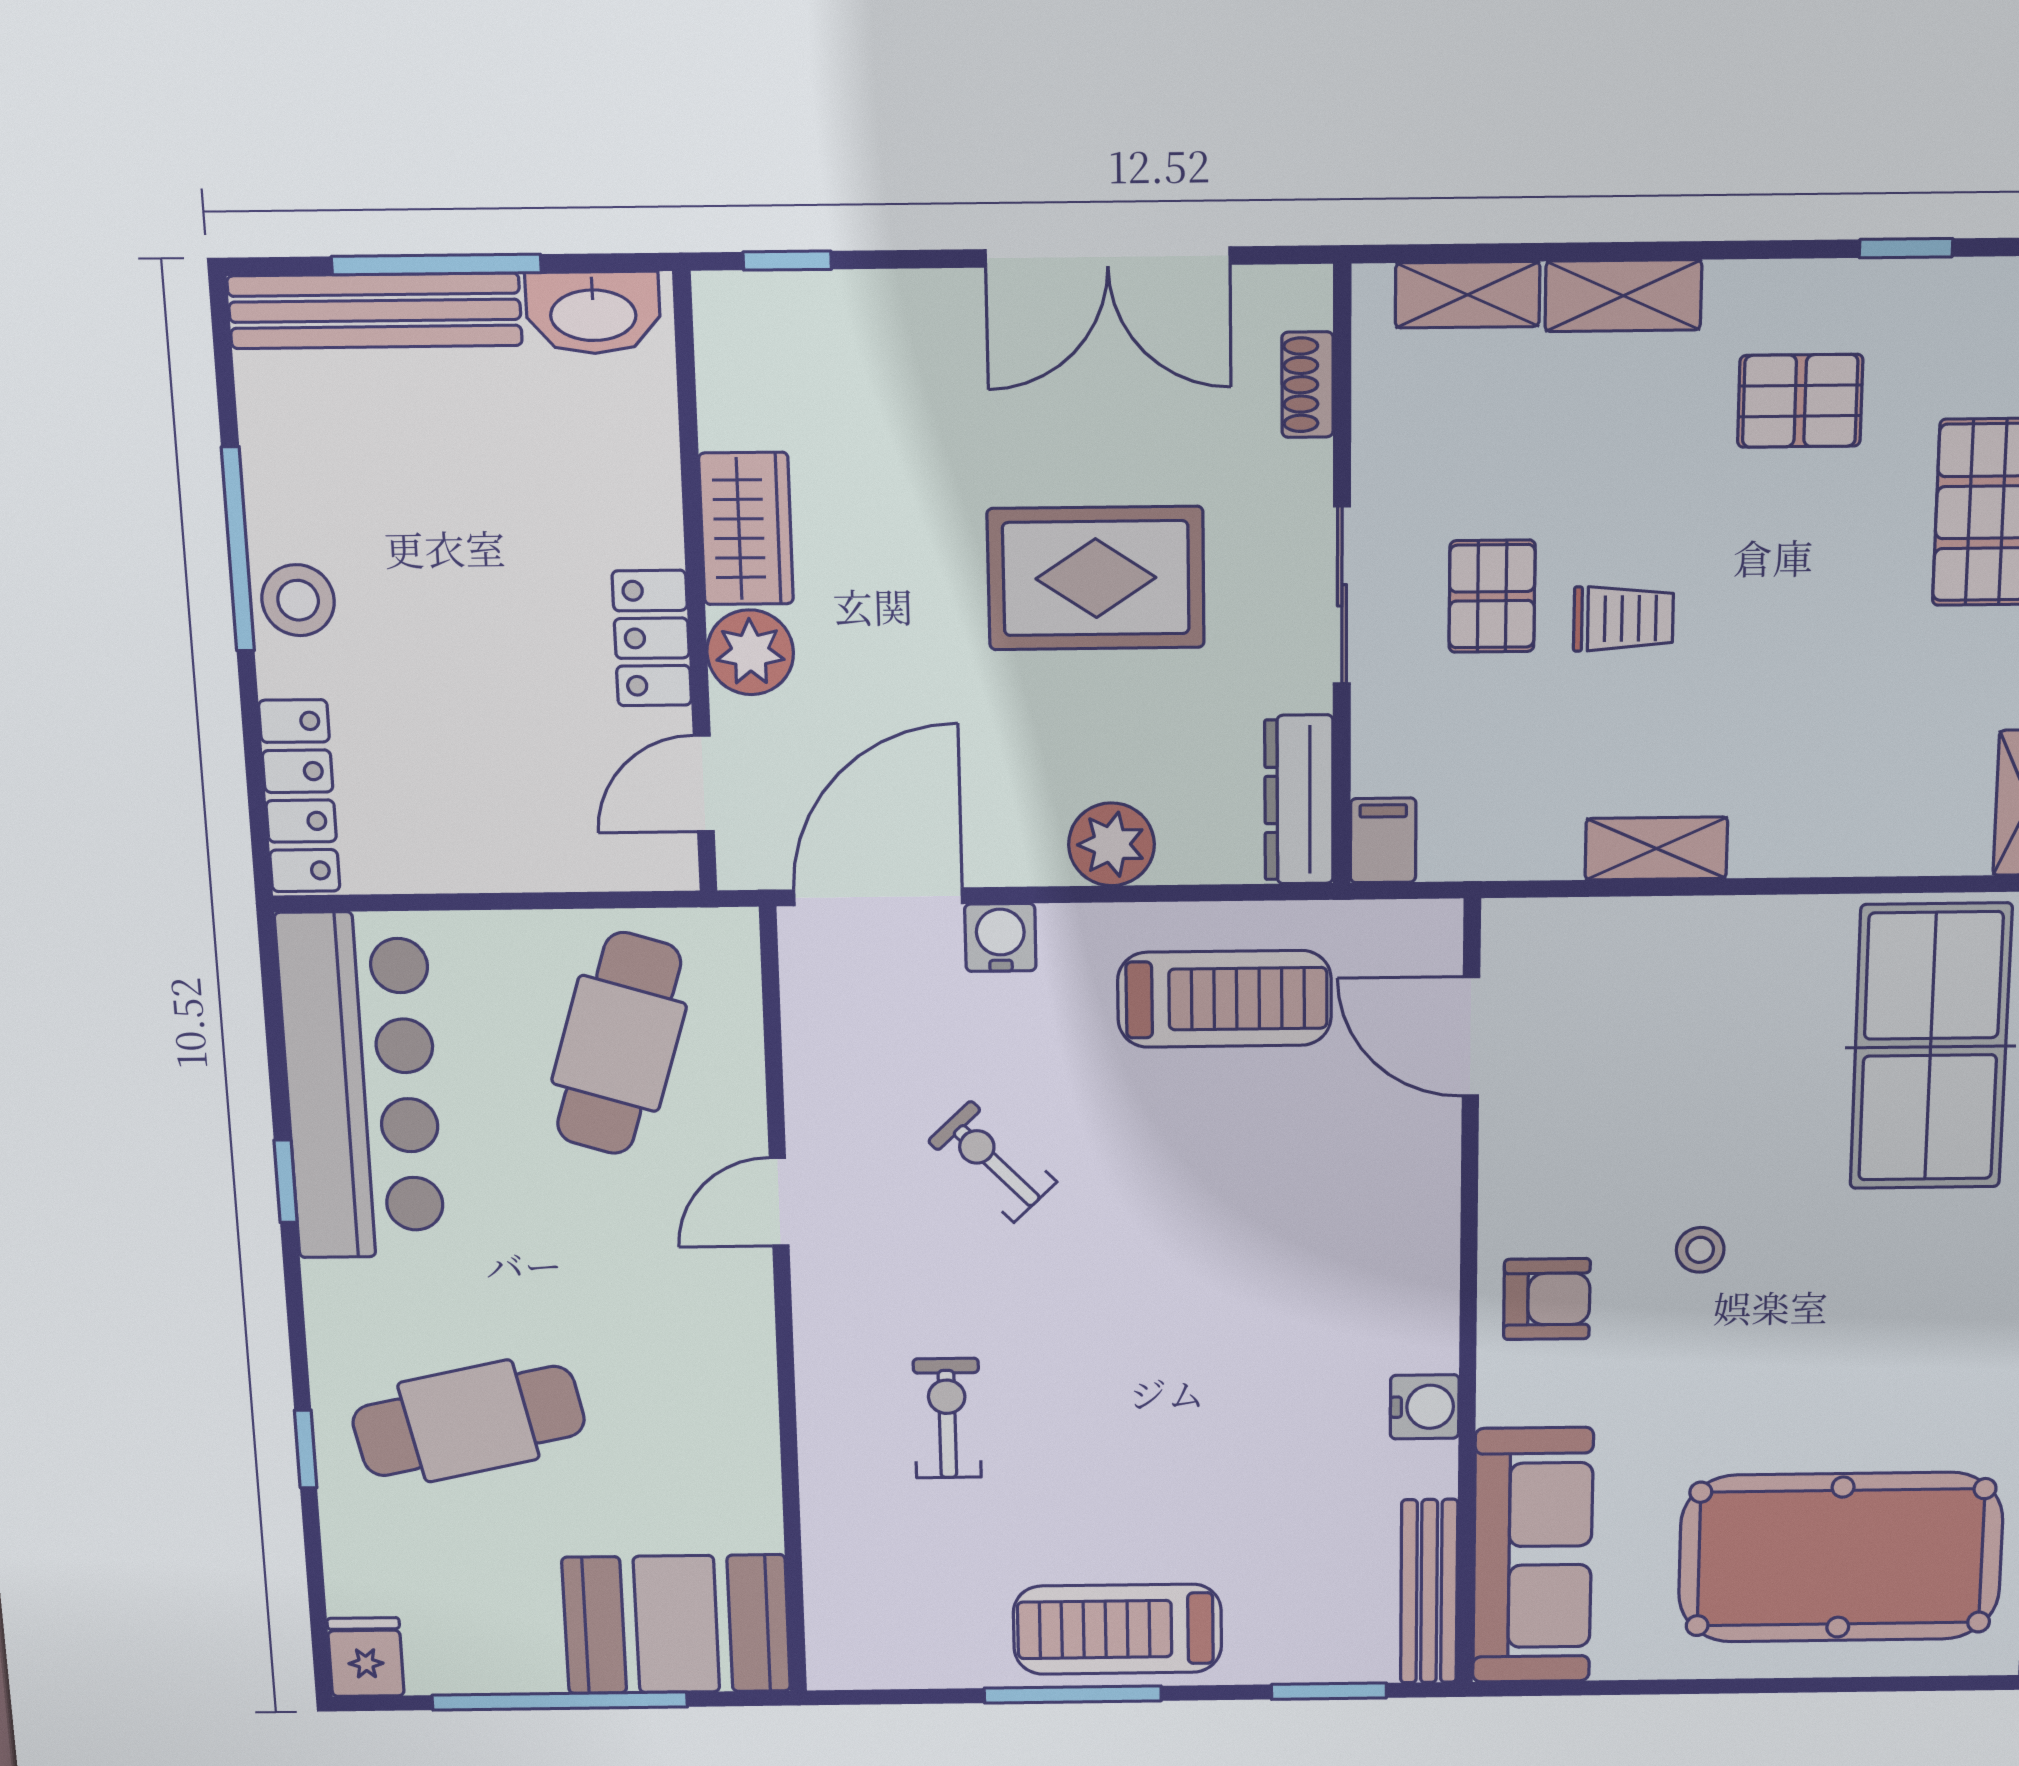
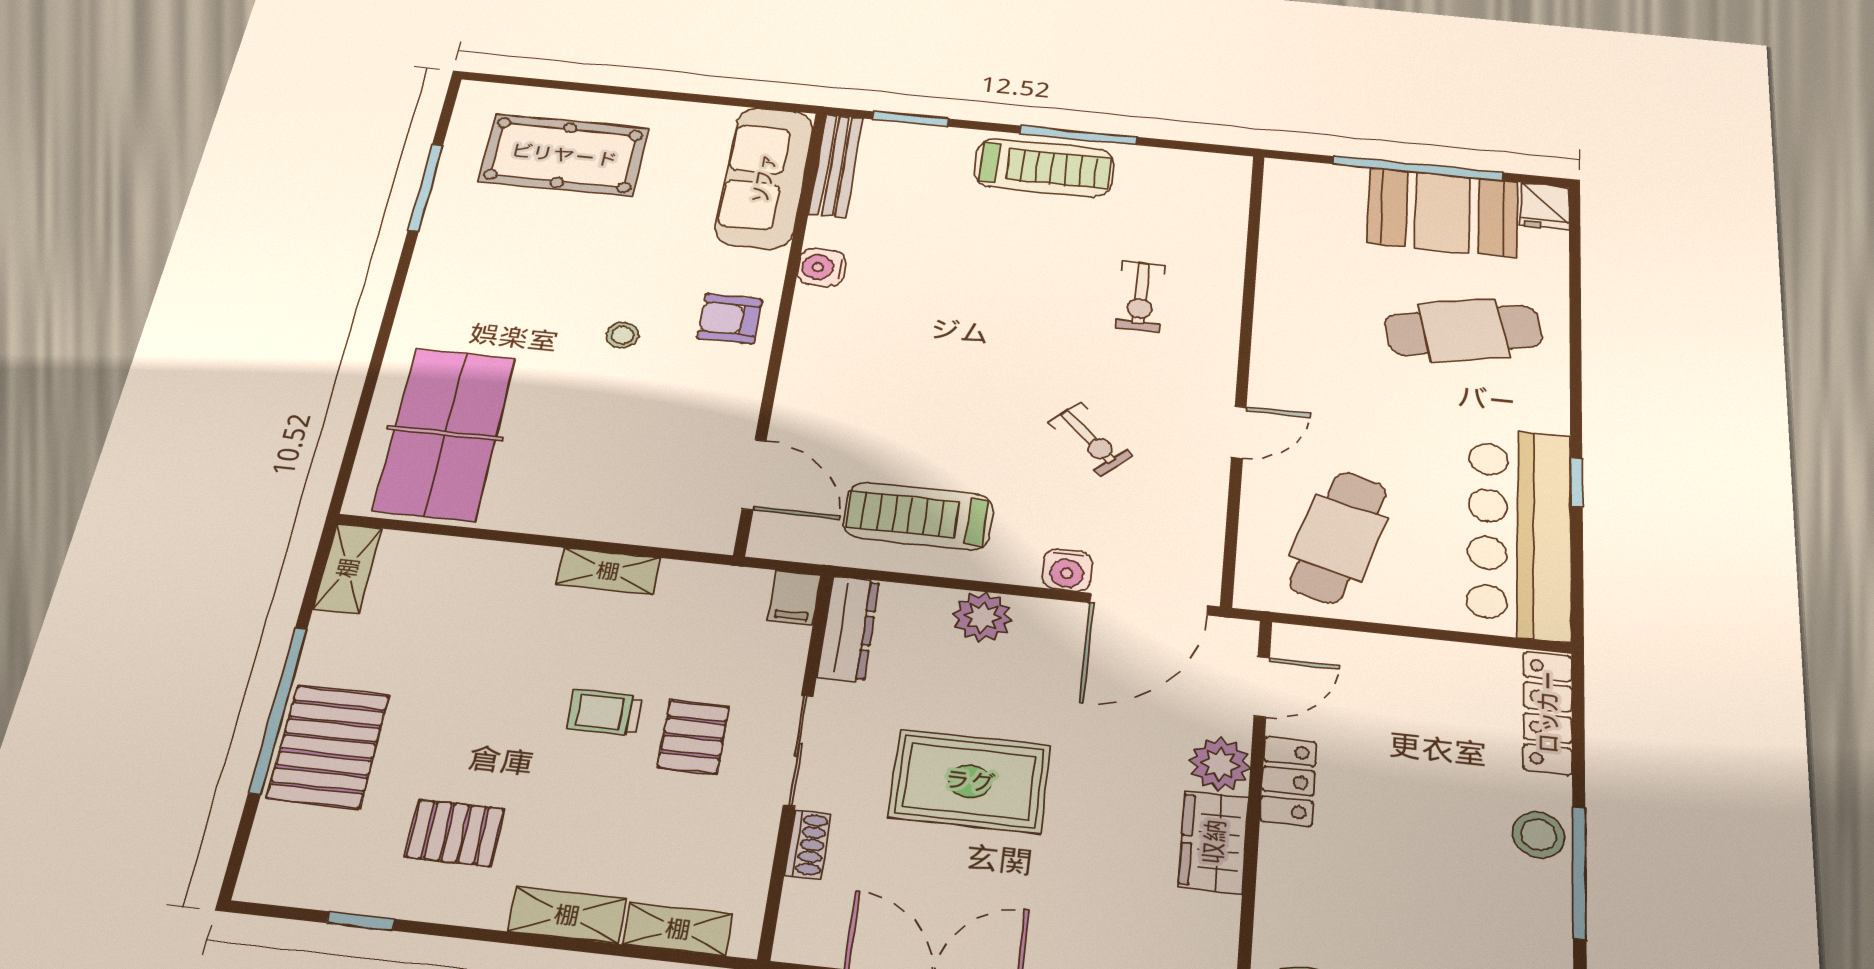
shoe rack: (1308, 385) -> (808, 844), moved
window: (306, 1449) -> (1575, 327), removed
pool table: (1840, 1557) -> (564, 155), width x0.73, depth x0.76
booth: (676, 1624) -> (1443, 212), moved

